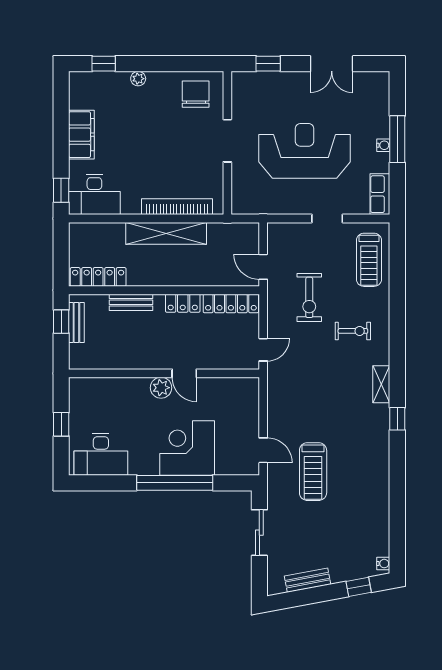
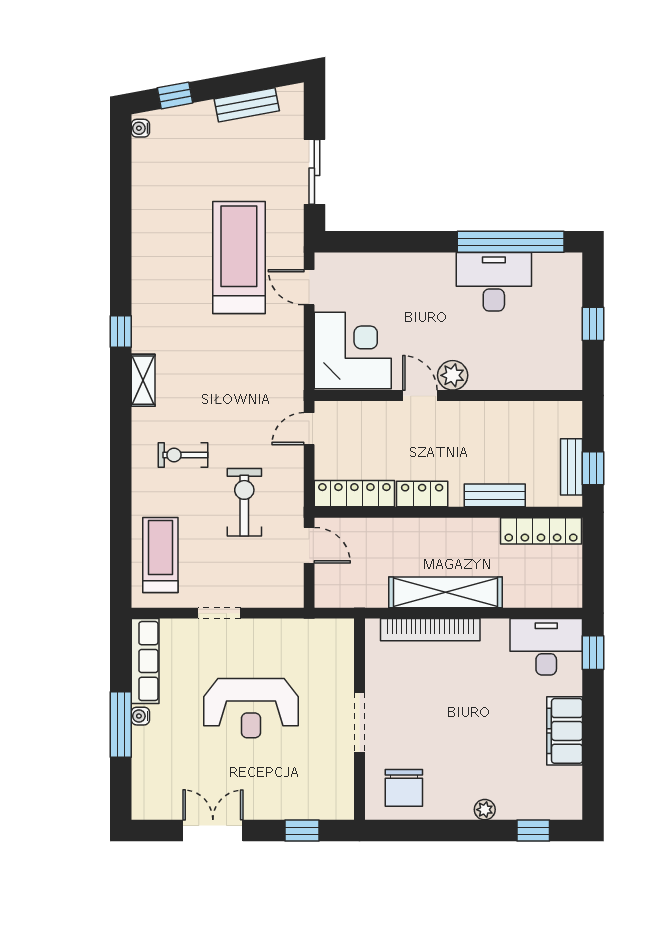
reception desk: (305, 151) -> (251, 708), width x0.74, depth x0.77
row of seats: (380, 194) -> (145, 661), width x1.48
corner desk: (187, 448) -> (353, 350), moved, turned -90
desk: (101, 454) -> (494, 282), moved
treadmill: (313, 472) -> (239, 257), width x1.37, depth x1.38
window: (175, 483) -> (511, 242), moved

